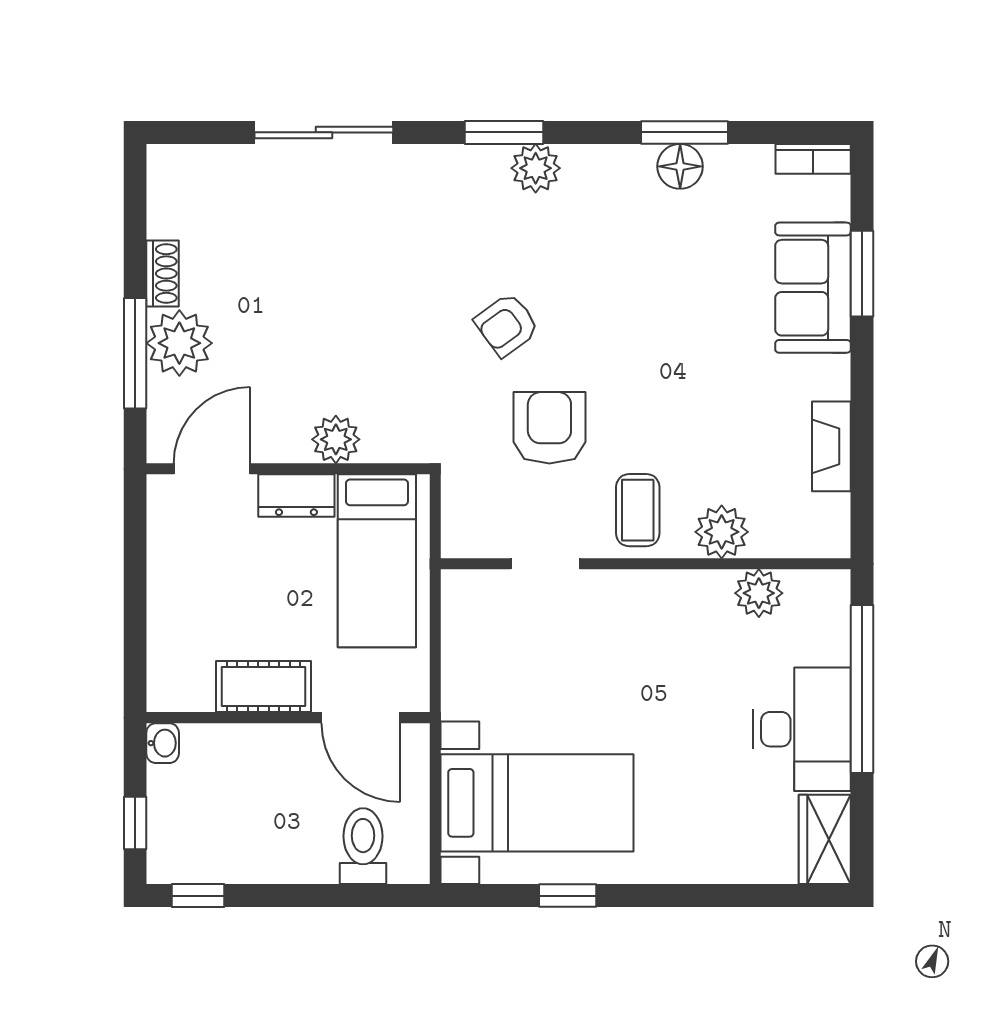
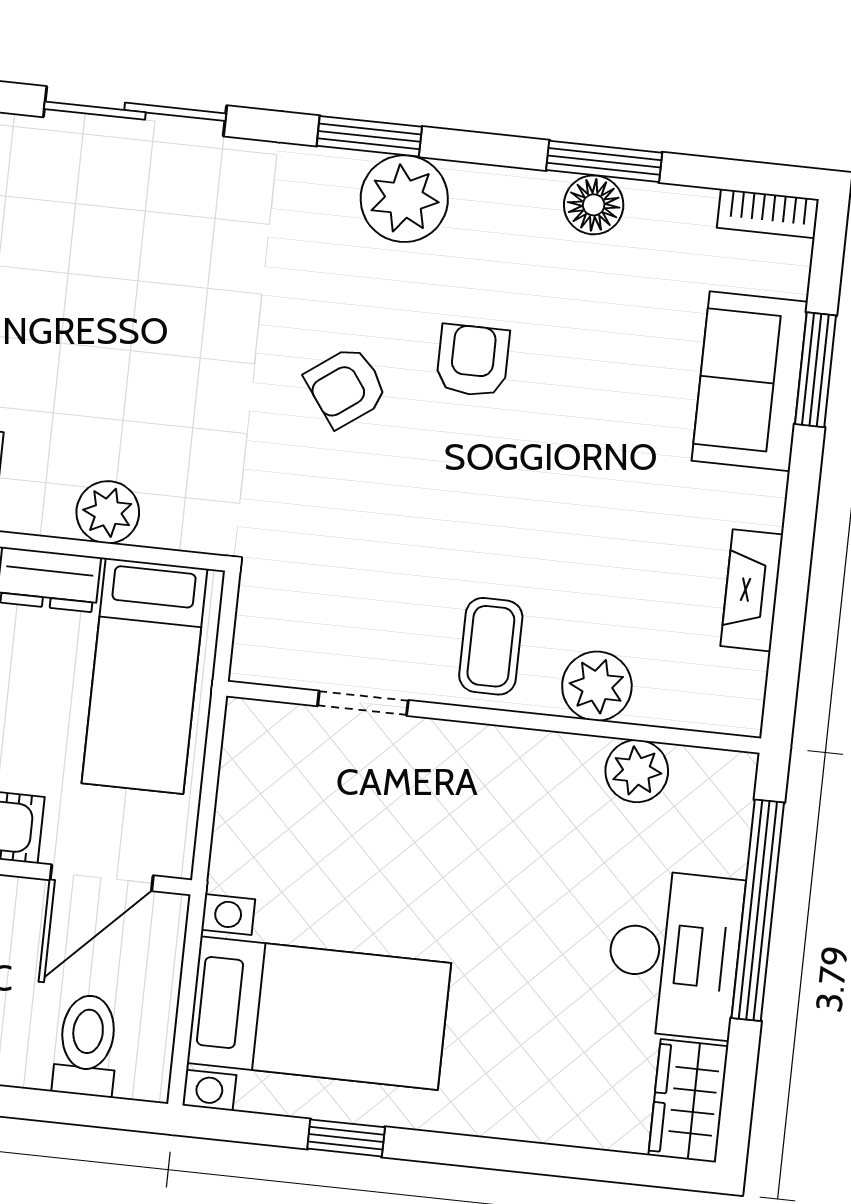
plant: (536, 168) -> (404, 199), width x1.36, depth x1.36
armchair: (549, 428) -> (473, 360), moved, width x0.72, depth x0.72
door: (361, 718) -> (102, 878), hinge flipped

